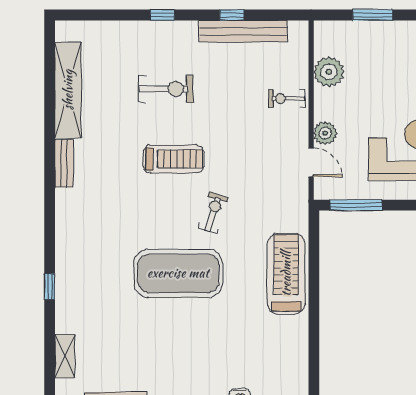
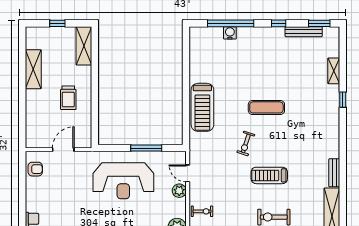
window: (356, 205) -> (146, 148), moved
exercise mat: (178, 273) -> (266, 107), width x0.50, depth x0.69
shelving: (65, 356) -> (334, 71), moved

